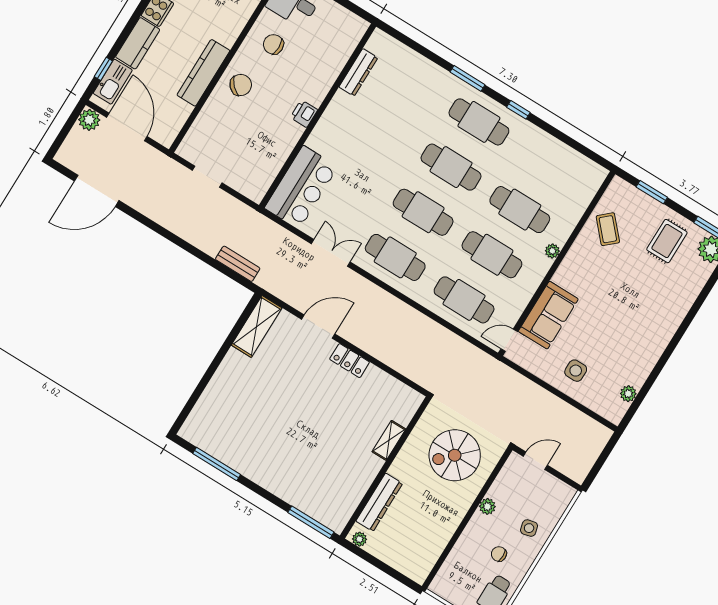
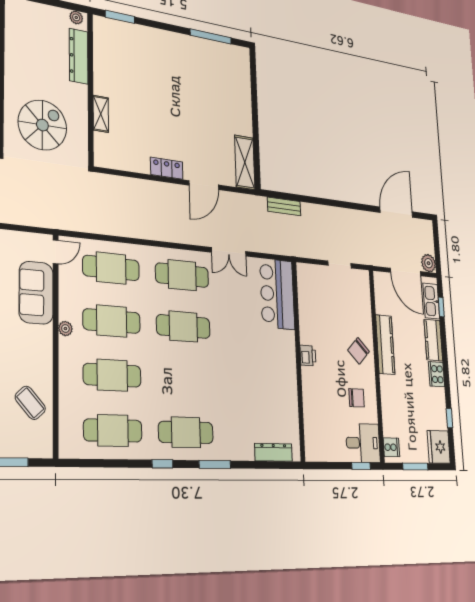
dresser: (358, 72) -> (274, 452), moved, turned 90
cafe table: (451, 167) -> (113, 431), moved
plant: (552, 251) -> (65, 329), moved
window: (311, 522) -> (120, 17), width x0.69

